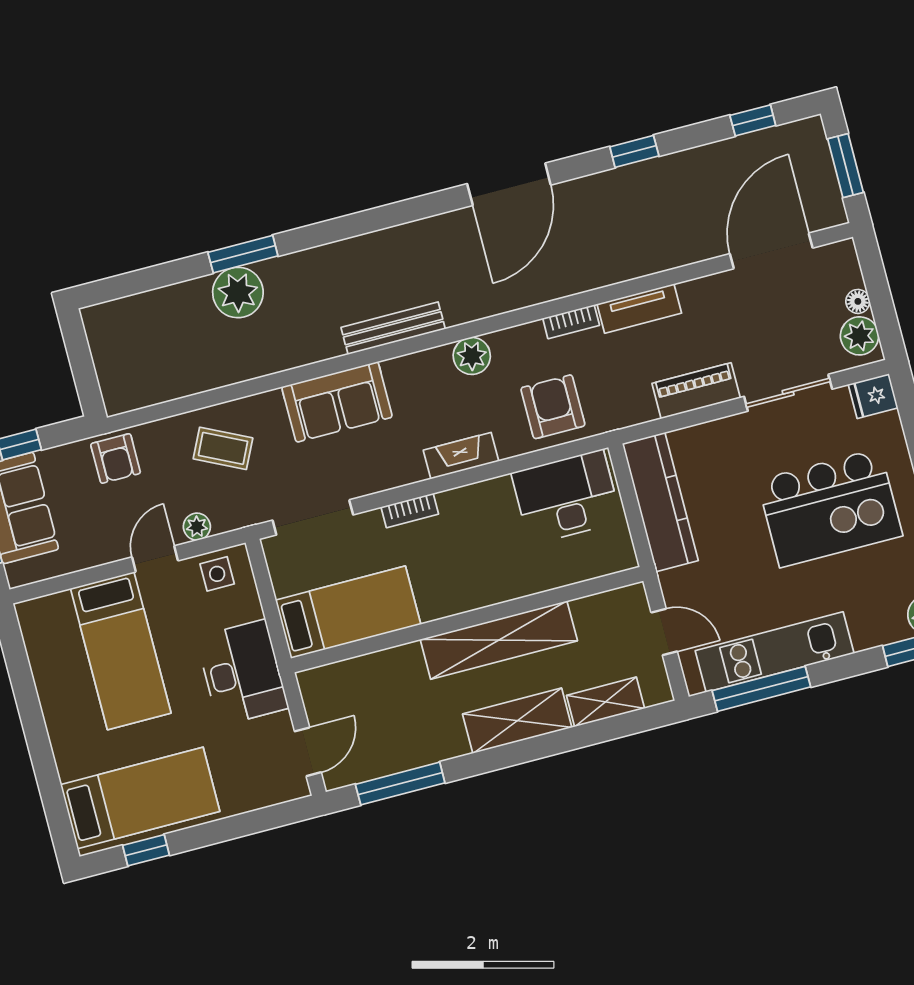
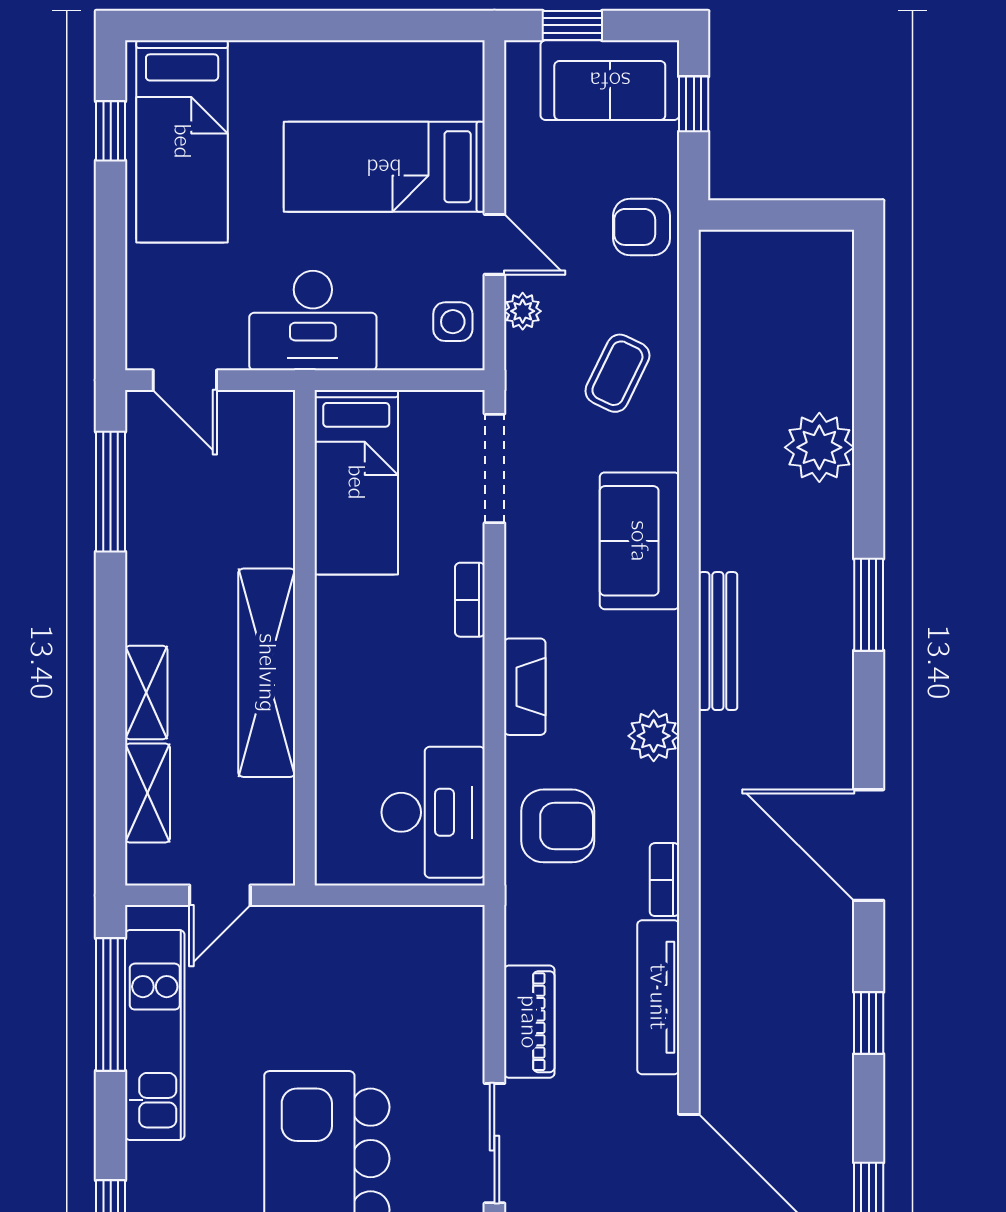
window: (243, 254) -> (869, 605), moved
tv unit: (639, 309) -> (658, 997), width x1.41
kitchen counter: (660, 502) -> (394, 935), removed
shelving: (517, 721) -> (146, 693), width x0.67, depth x0.75

